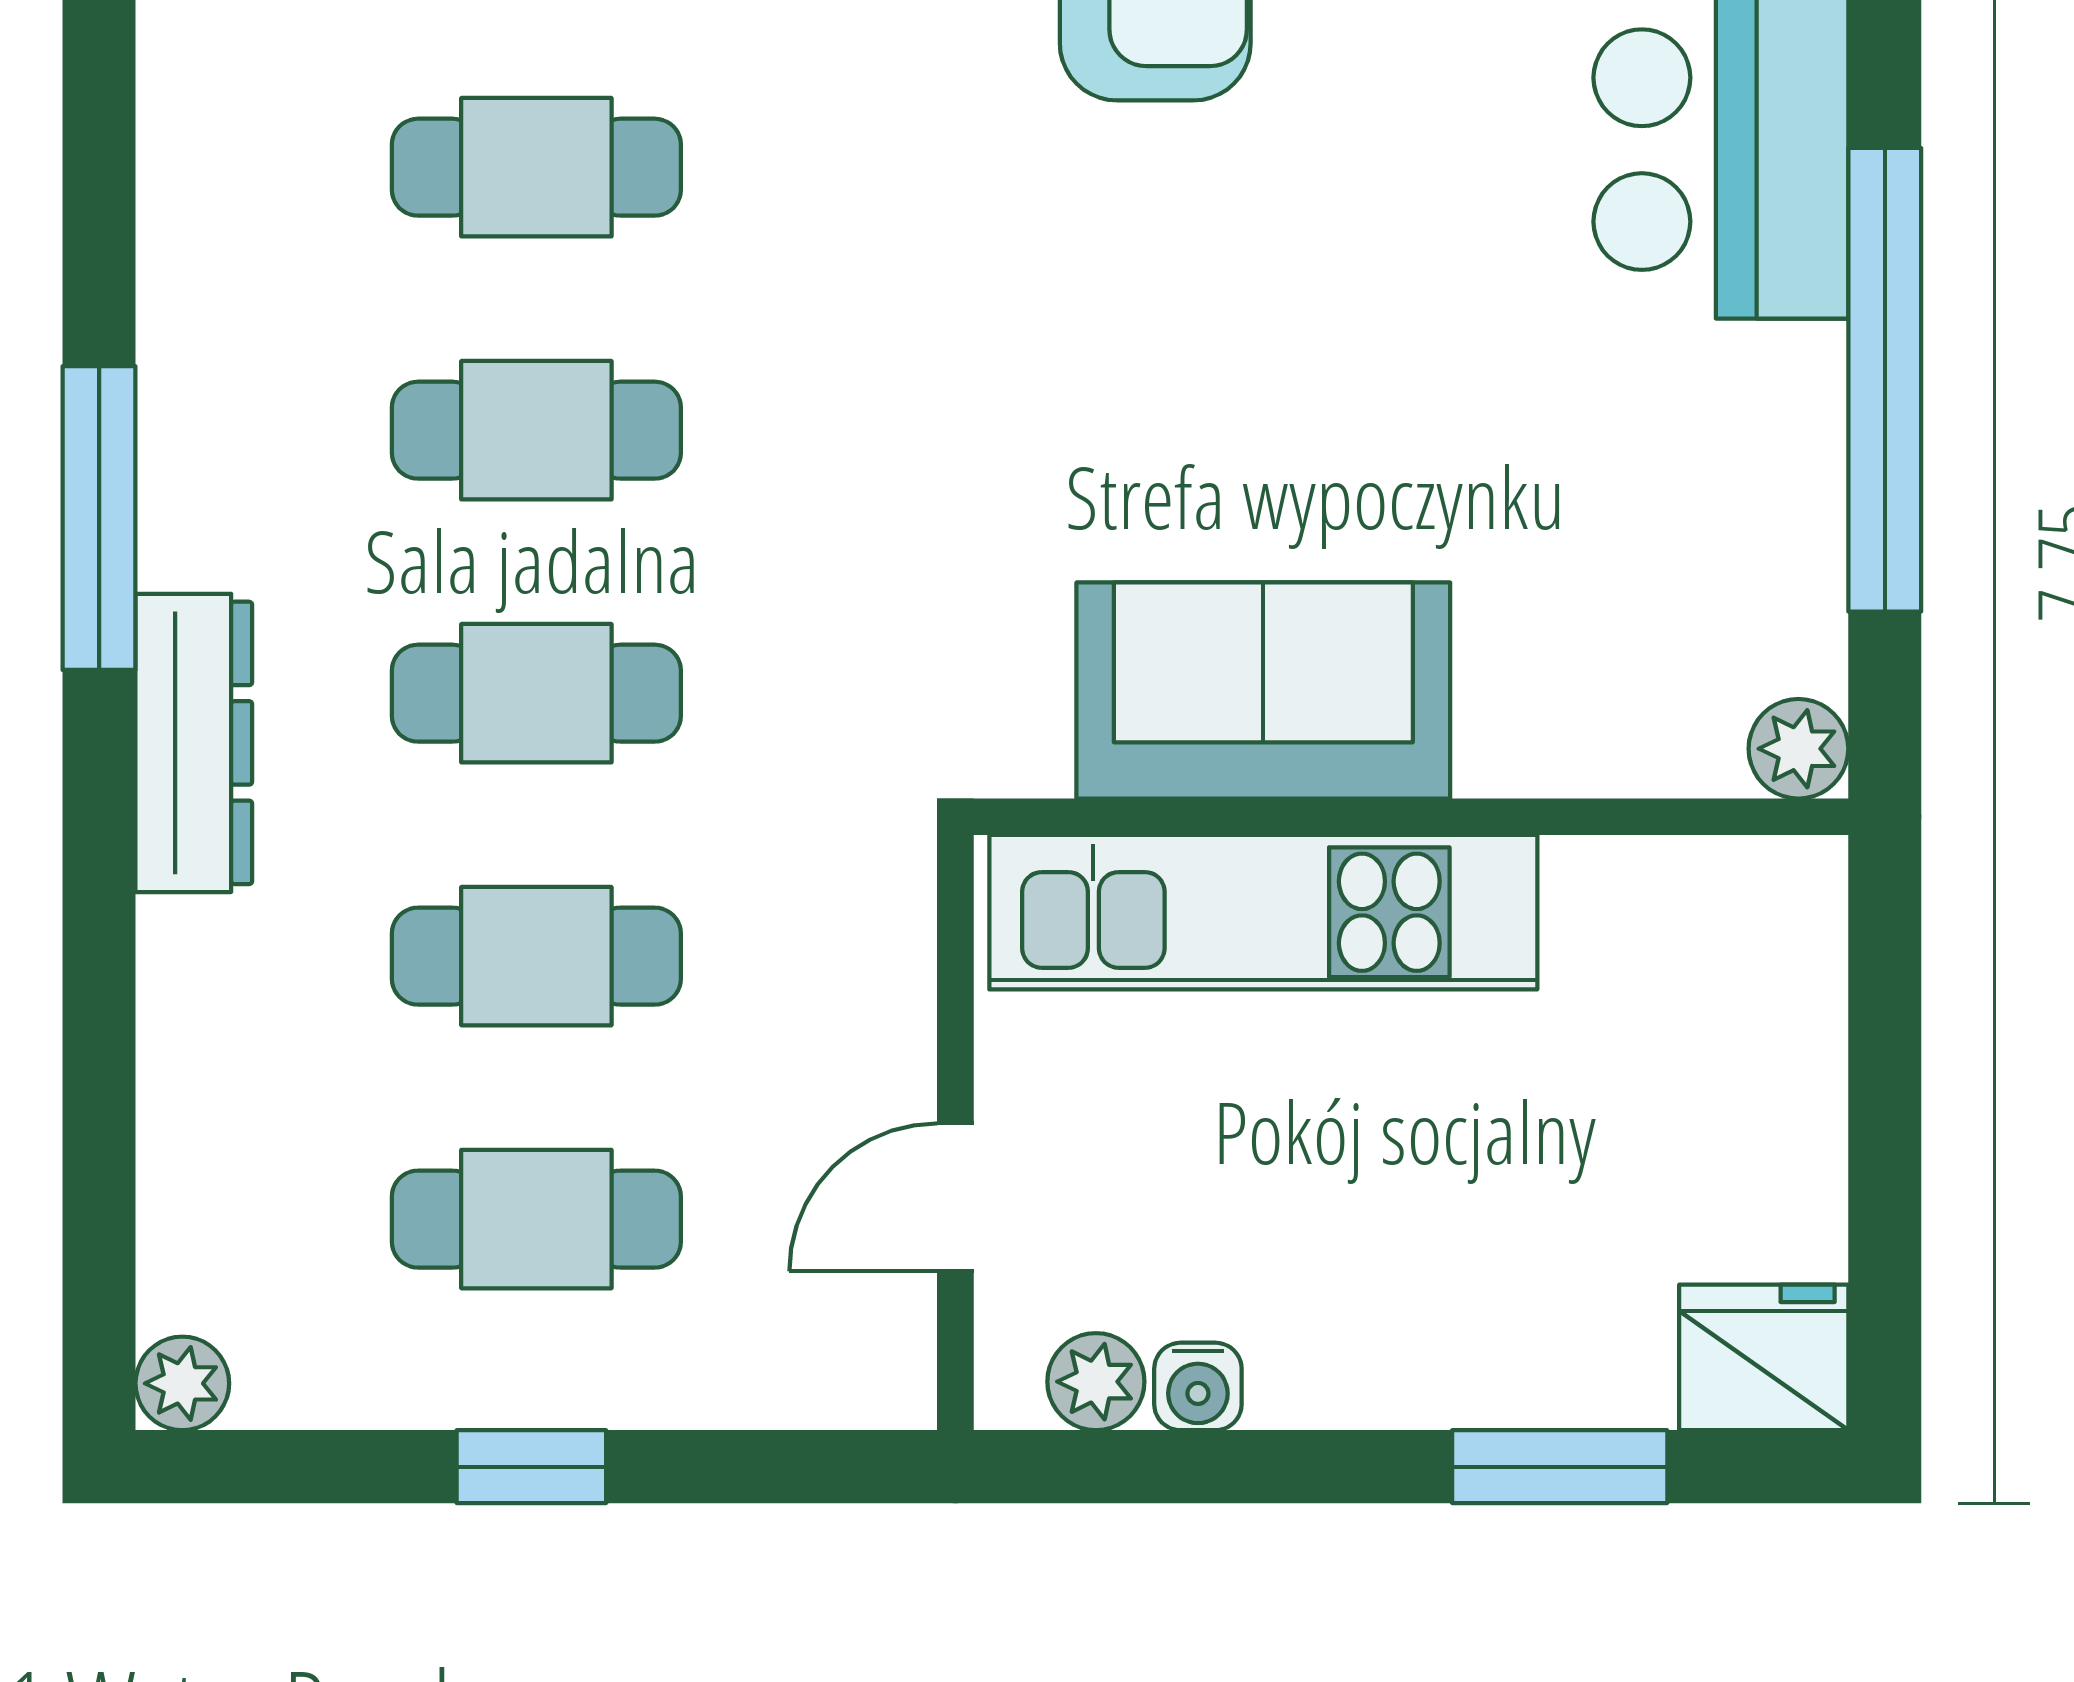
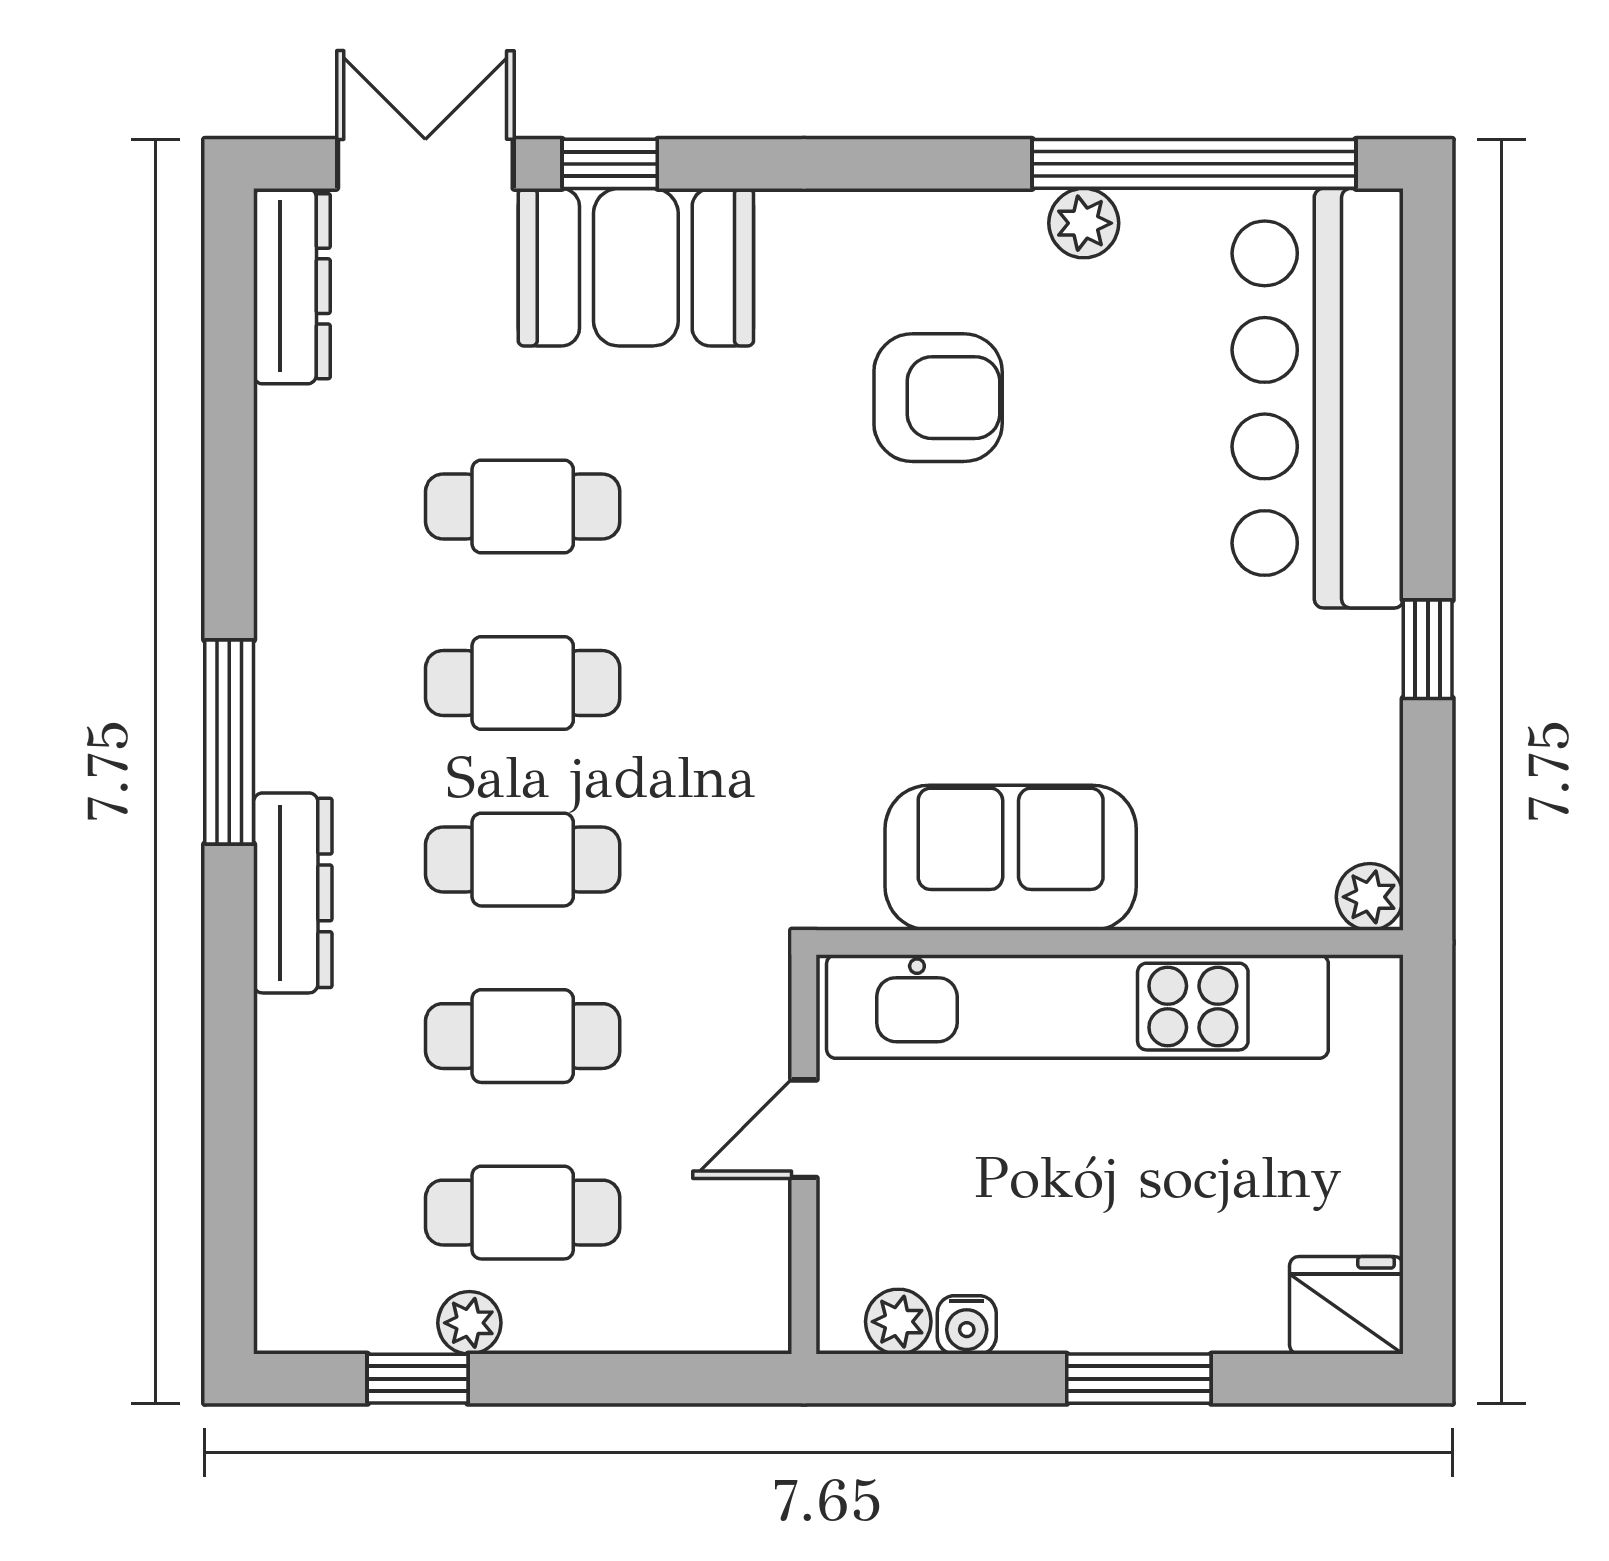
window: (1885, 380) -> (1428, 649), width x0.32
kitchen unit: (1263, 912) -> (1077, 1007), width x1.36
door: (955, 1197) -> (804, 1129), moved
plant: (182, 1383) -> (469, 1323), moved
window: (531, 1467) -> (418, 1379), moved
window: (1560, 1467) -> (1139, 1379), moved

